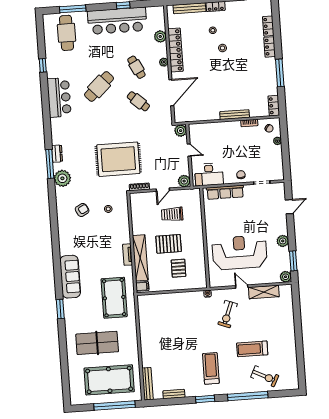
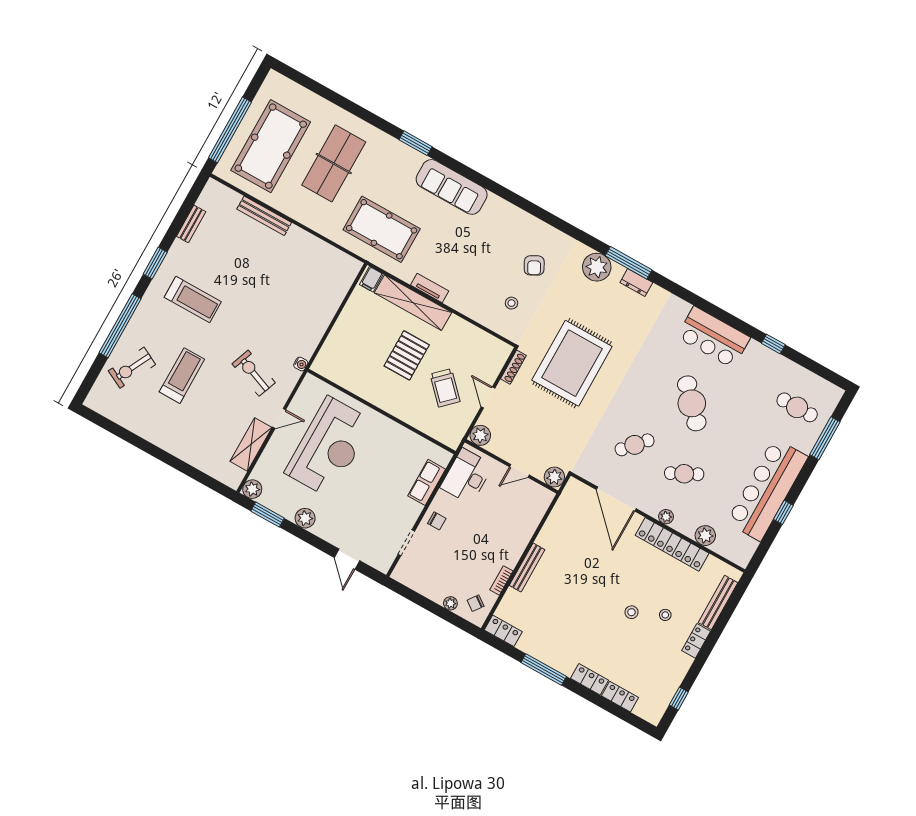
cafe table: (67, 33) -> (797, 407), width x0.73, depth x0.74
row of seats: (225, 192) -> (427, 482), width x0.68
trolley: (172, 214) -> (445, 388), turned 136
pallet: (179, 268) -> (363, 347), removed
bench: (148, 384) -> (264, 216), moved

